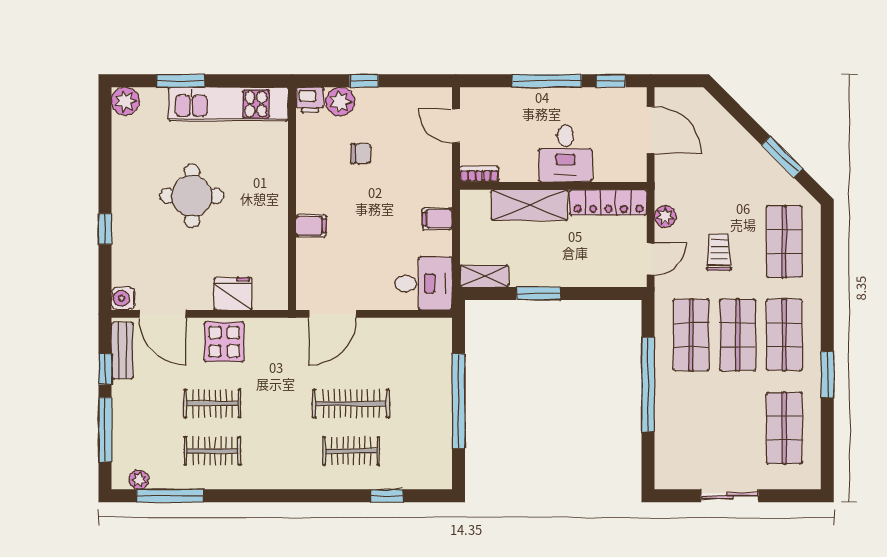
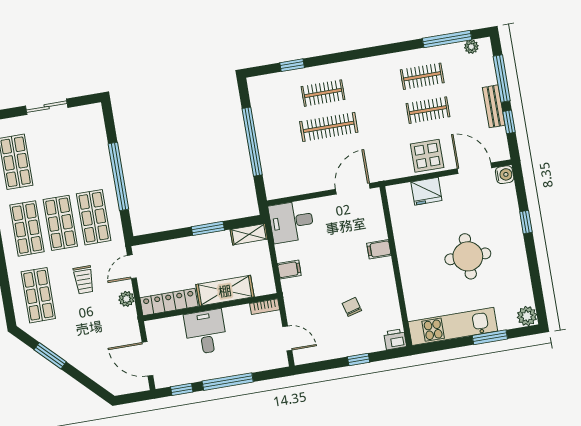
plant: (340, 102) -> (373, 342), removed
chair: (361, 154) -> (352, 307), turned 75
bench: (122, 351) -> (494, 106), moved

